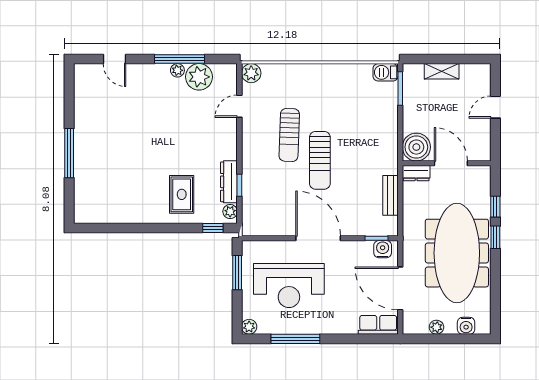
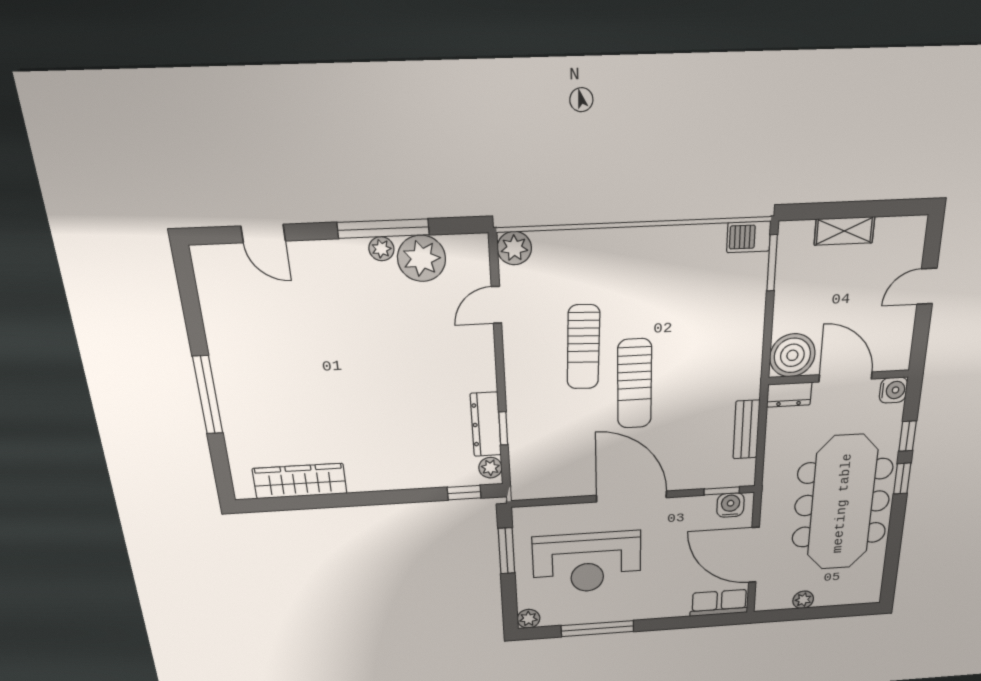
rug: (182, 194) -> (409, 447), removed
wardrobe: (114, 213) -> (300, 481), added
water cooler: (466, 326) -> (893, 390), moved, turned -90

